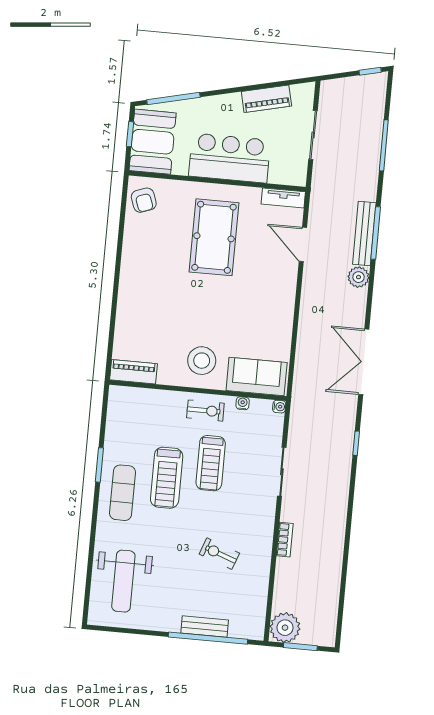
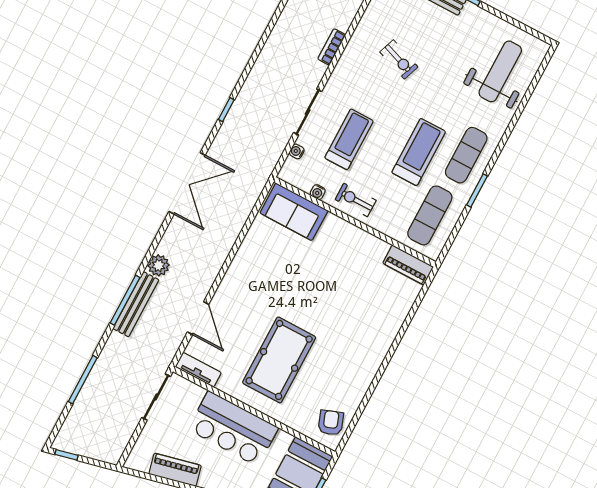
sliding door: (313, 135) -> (156, 397), moved
stool: (202, 361) -> (339, 248), removed
water cooler: (279, 407) -> (297, 151), moved
exercise mat: (133, 425) -> (430, 215), added
treadmill: (211, 463) -> (349, 139), moved

